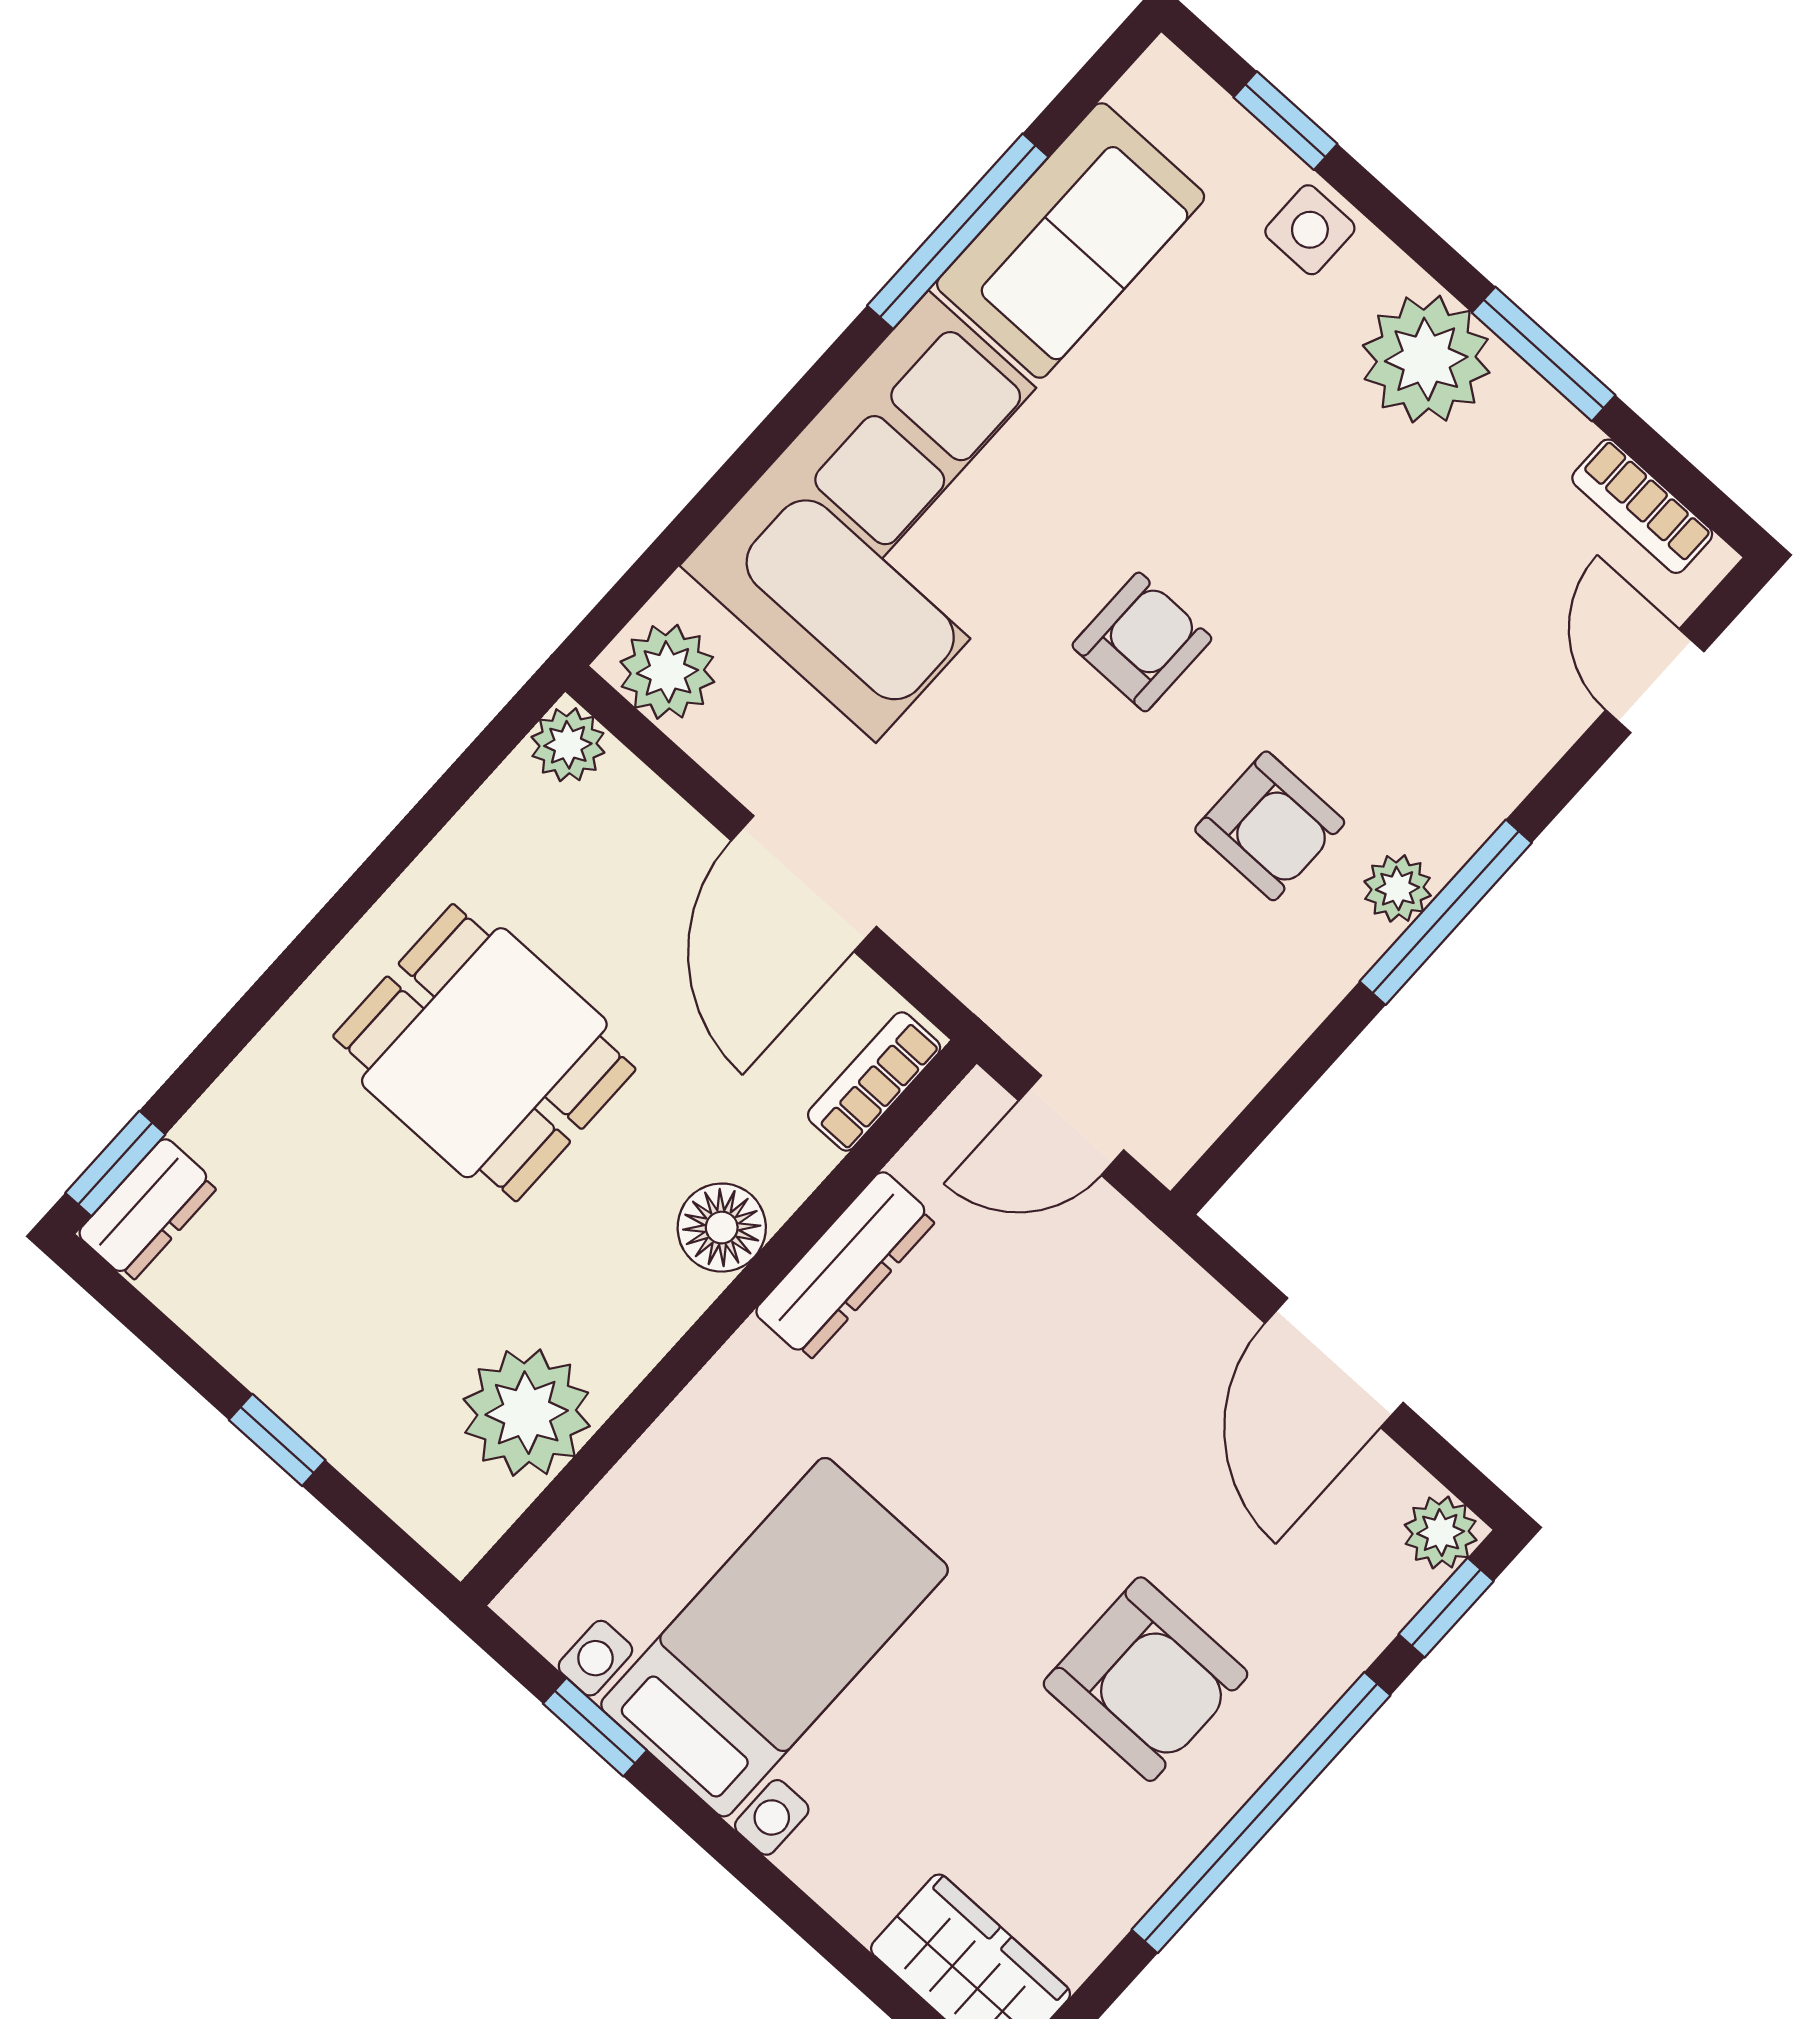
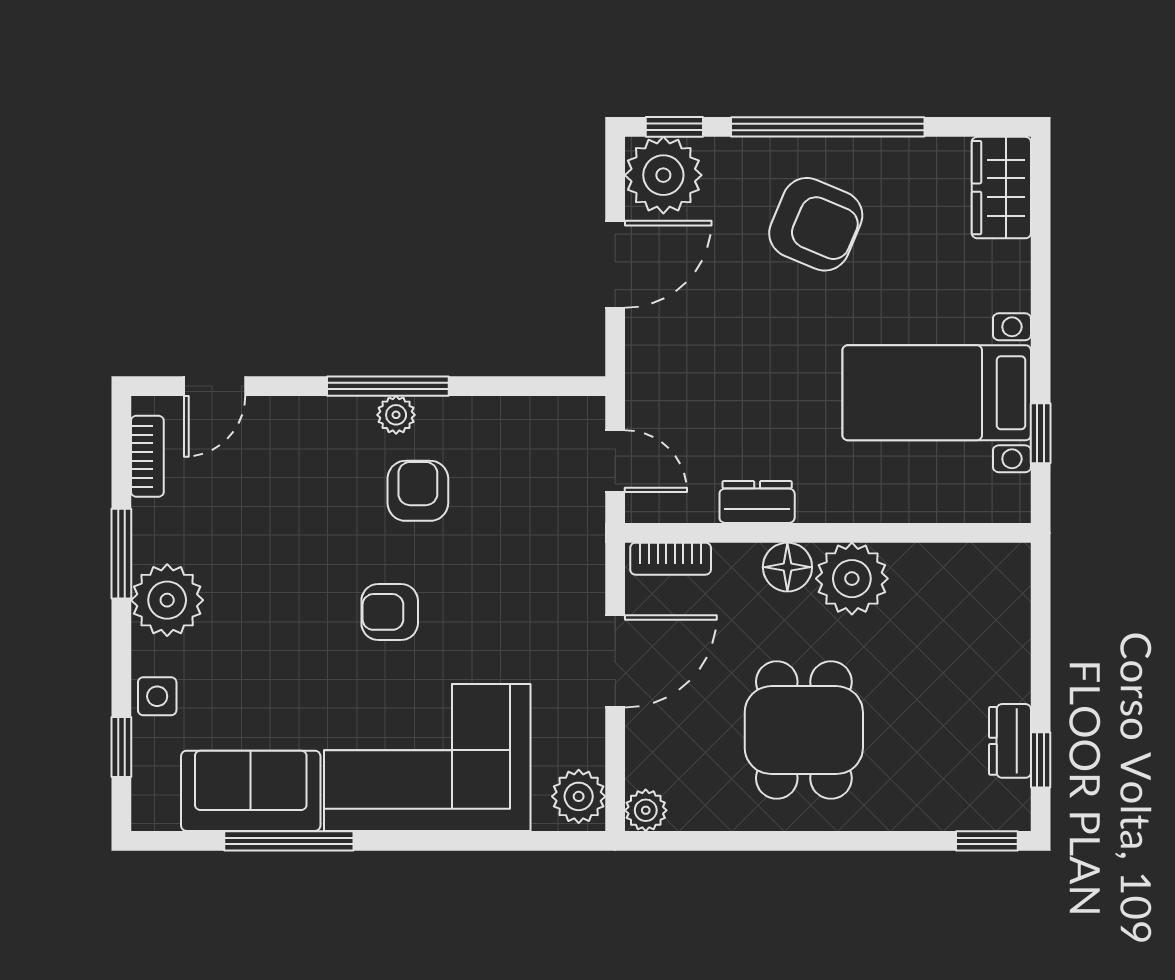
dresser: (148, 1210) -> (1010, 741), moved, turned -90
dresser: (845, 1266) -> (757, 502), width x0.70
plant: (527, 1413) -> (852, 579), moved
window: (277, 1440) -> (1041, 760), moved
plant: (1441, 1532) -> (663, 175), width x1.87, depth x1.87
armchair: (1146, 1679) -> (816, 224), turned 113

